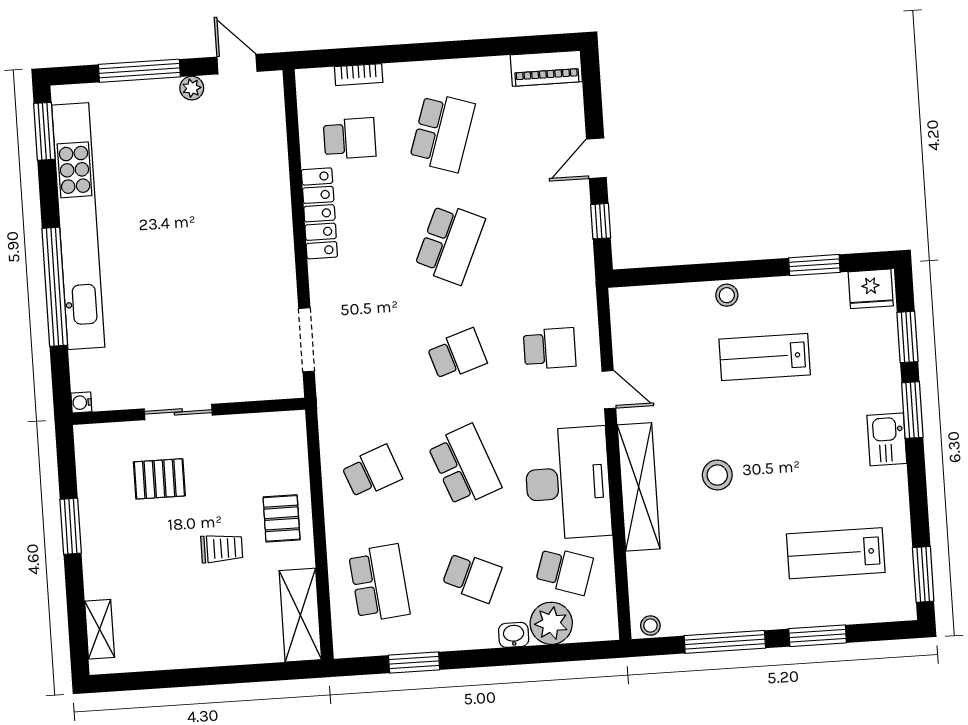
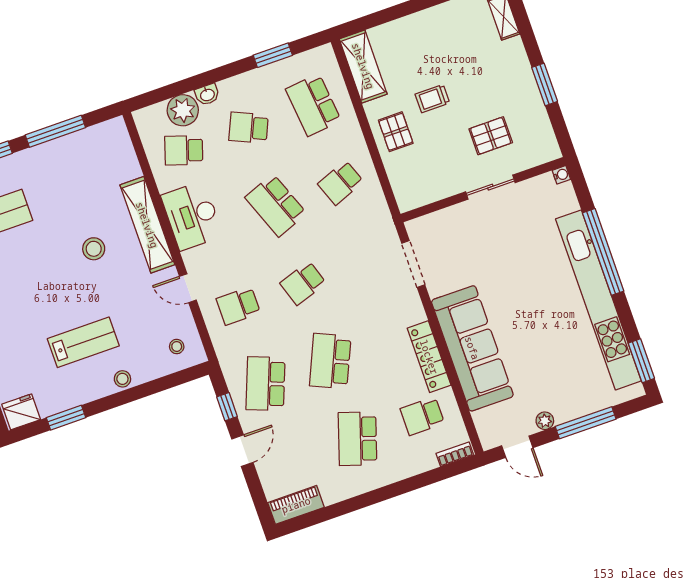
bookcase: (359, 75) -> (455, 454), moved
sofa: (260, 209) -> (472, 348), added
school desk: (542, 237) -> (265, 384), added
desk: (568, 483) -> (192, 216), width x0.73, depth x0.77
stool: (650, 626) -> (177, 347), moved

